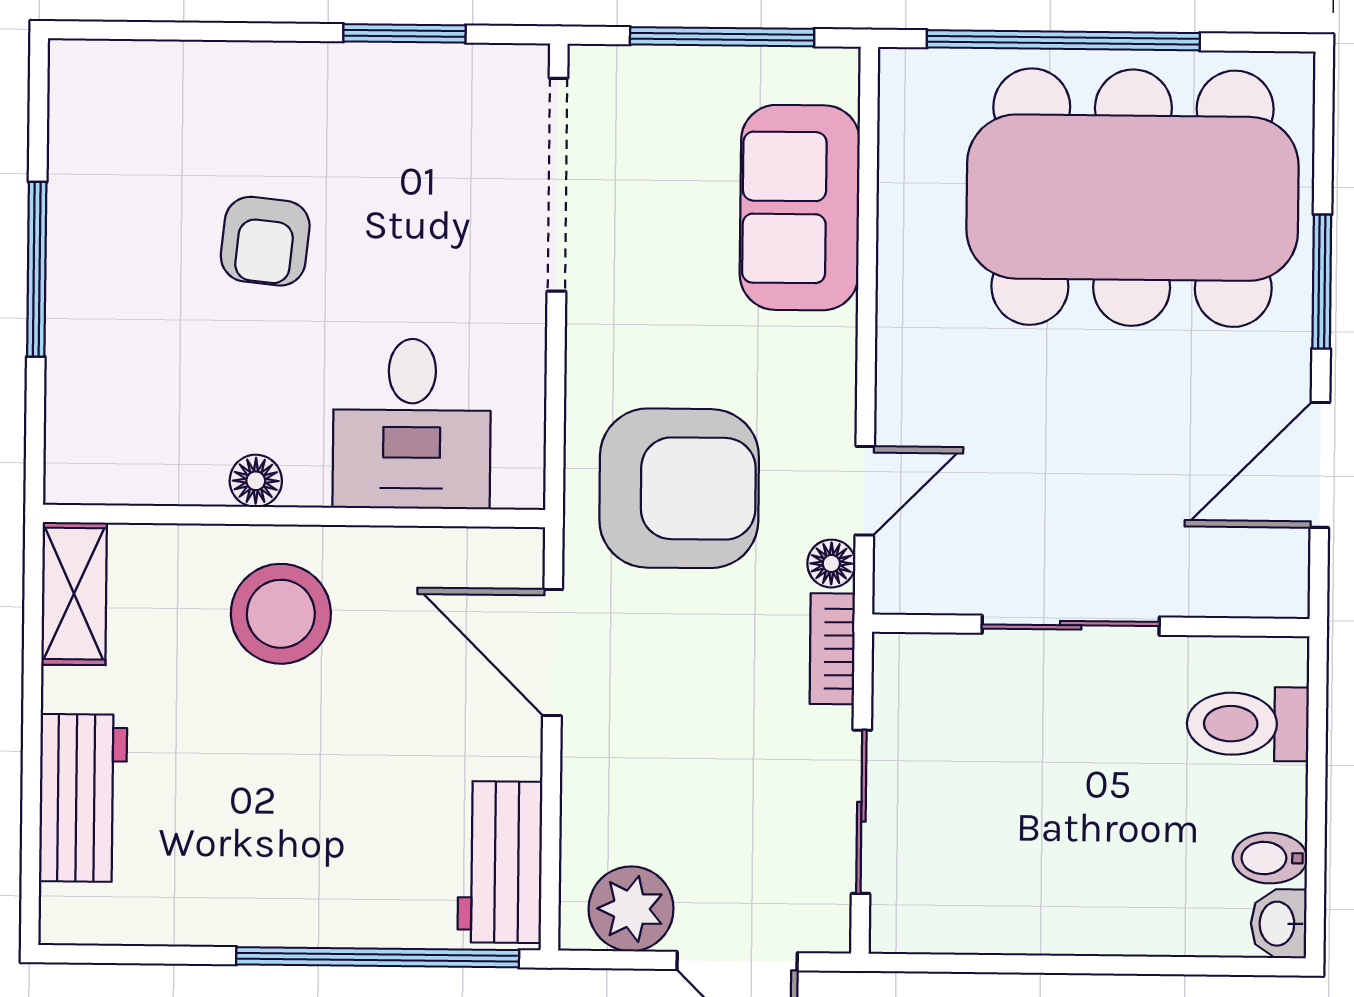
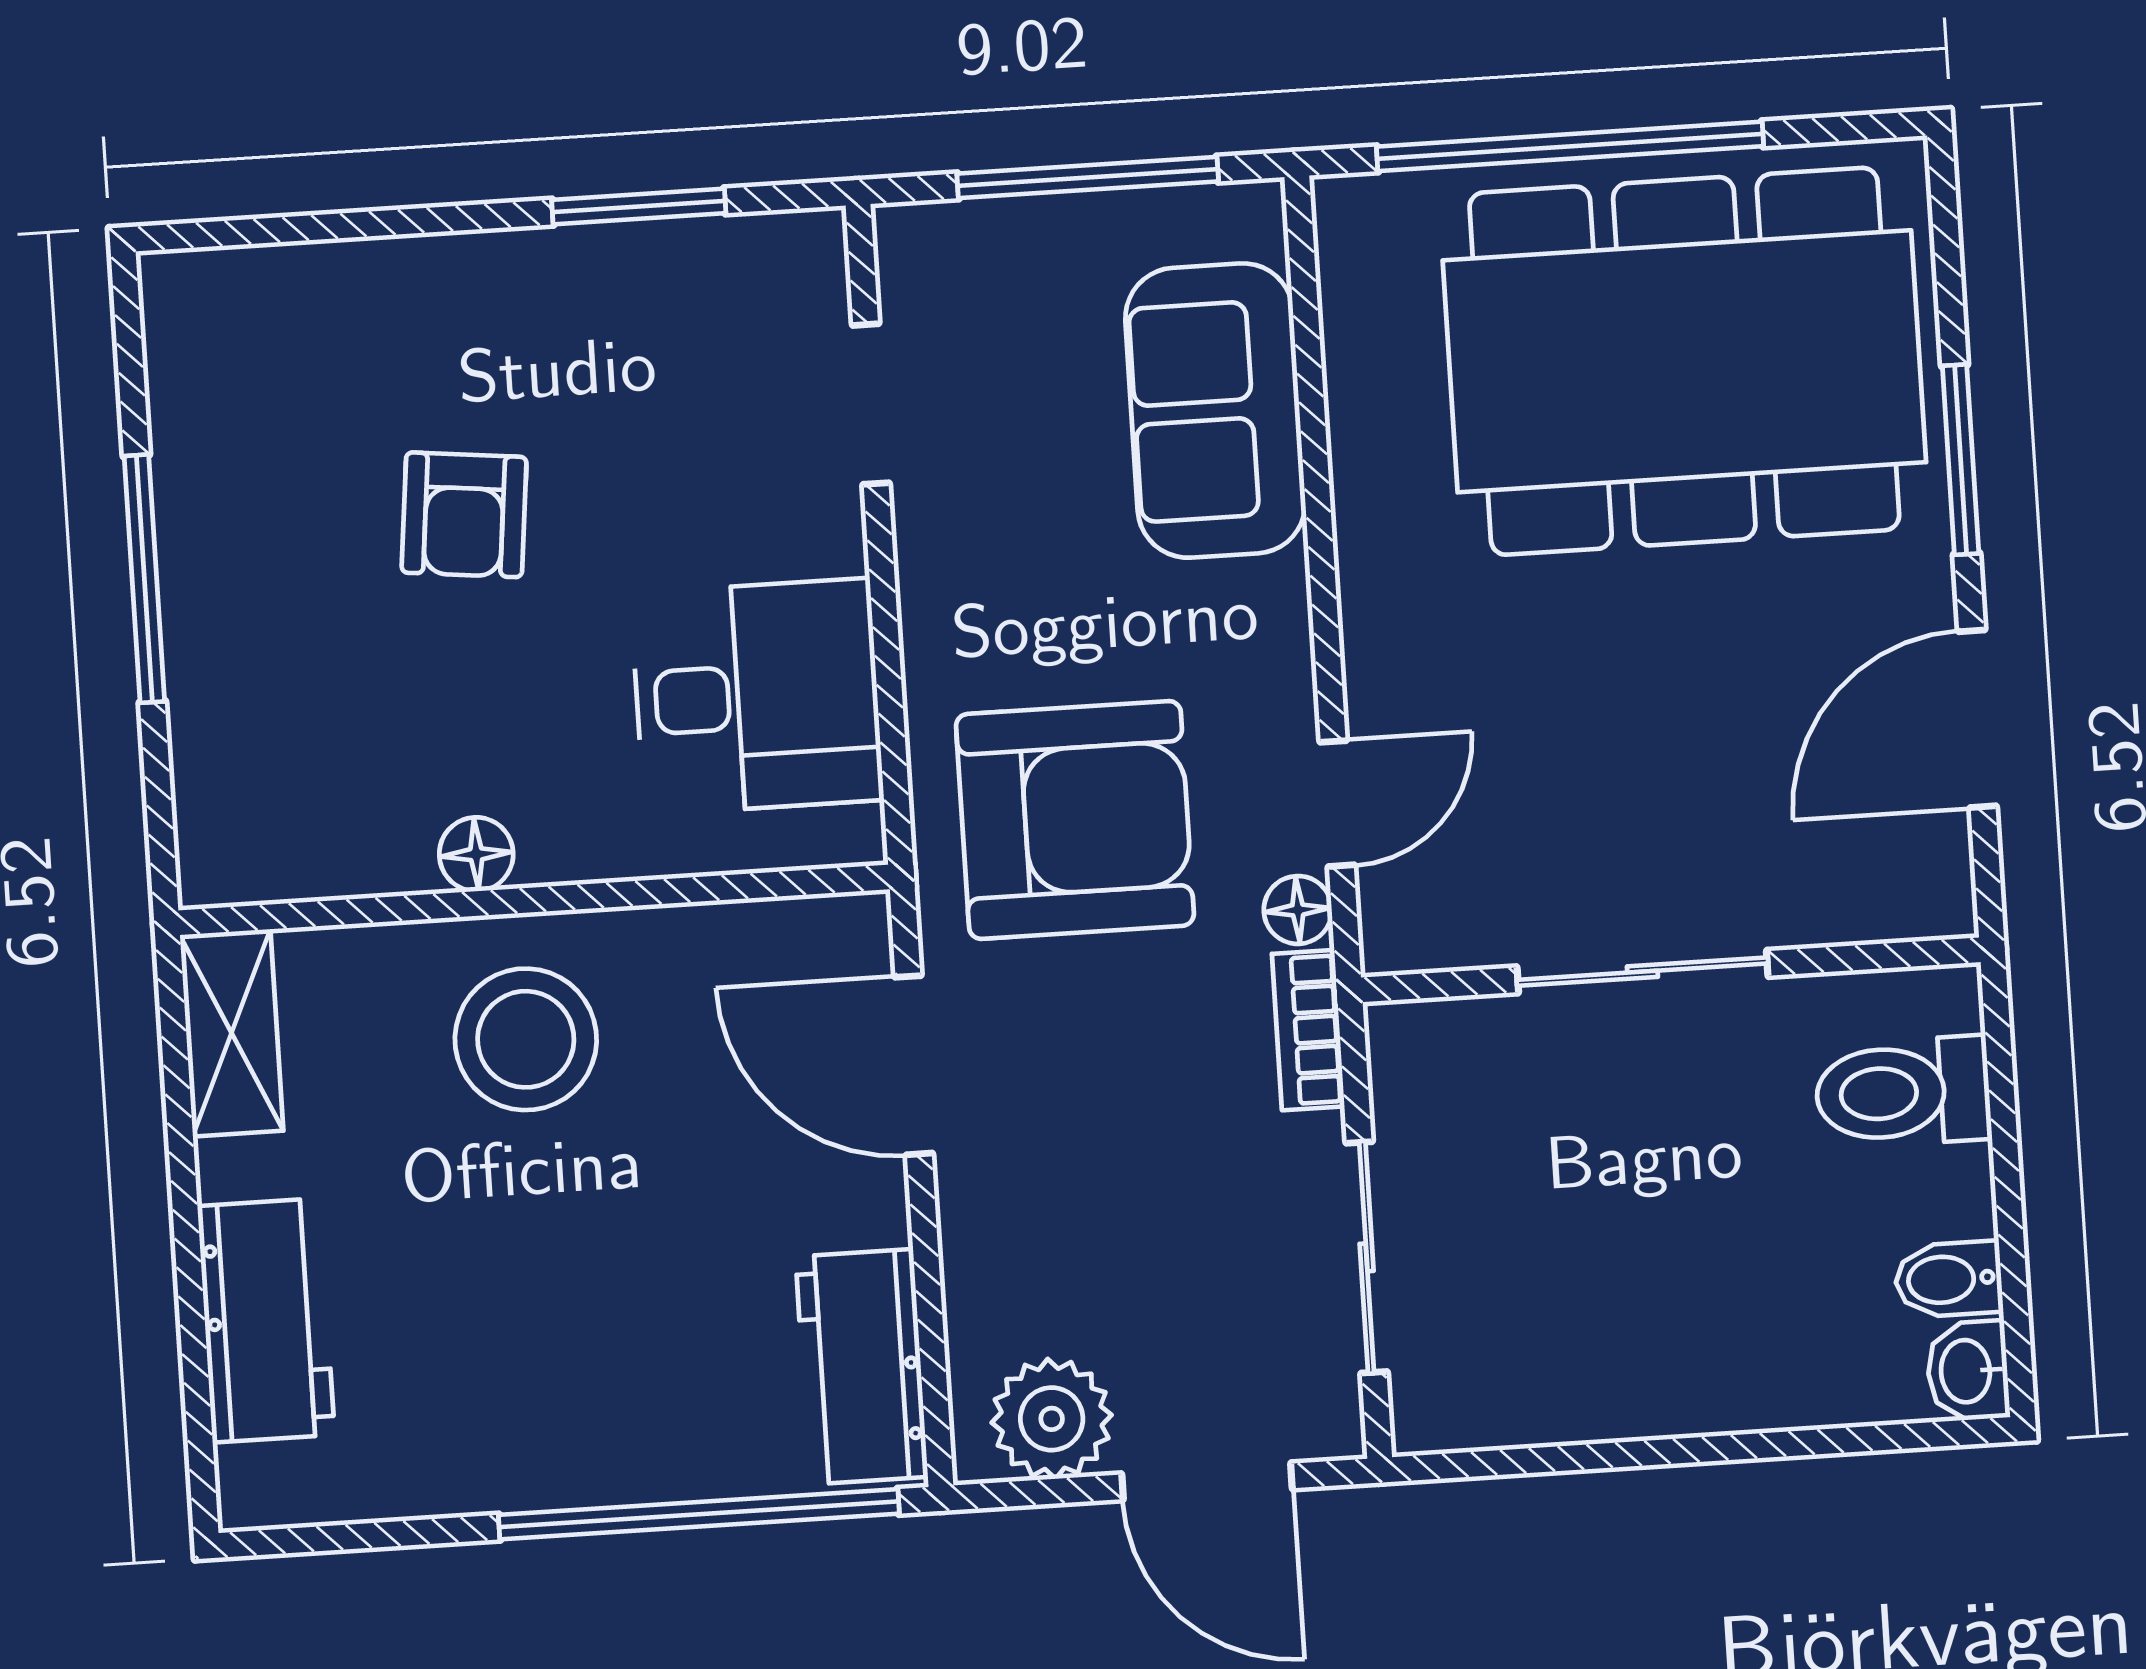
doorway: (557, 185) -> (871, 404), width x0.53
desk: (412, 424) -> (757, 697), moved, turned -90

